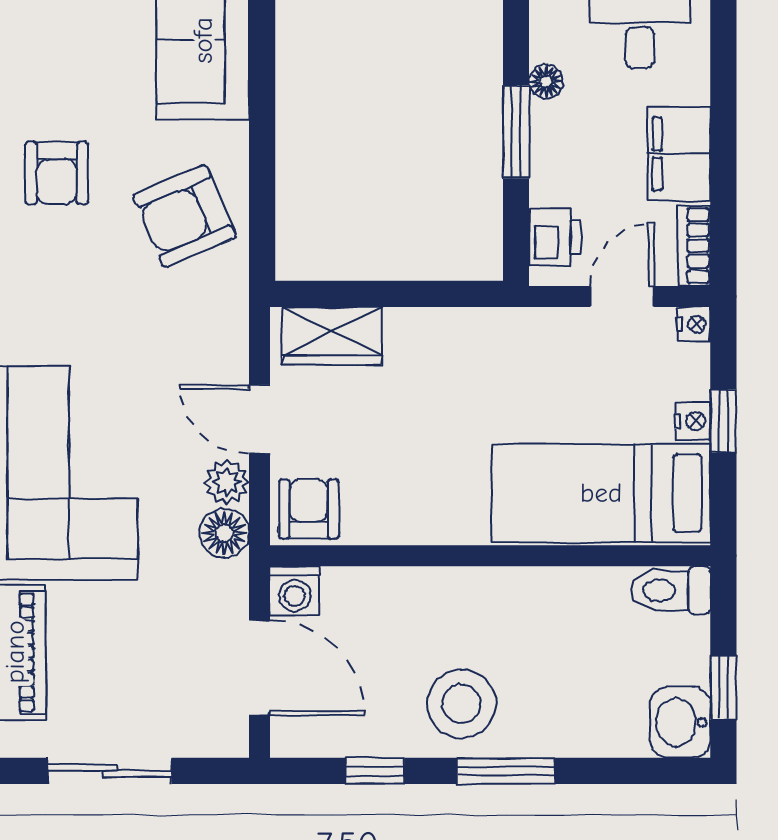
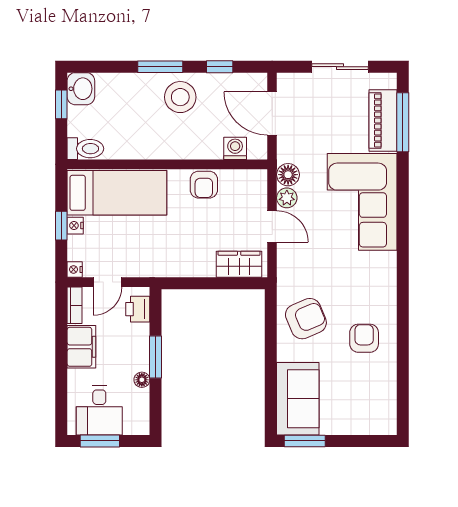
armchair: (309, 509) -> (204, 185), moved
washing machine: (295, 591) -> (235, 148), moved

